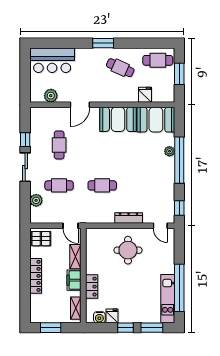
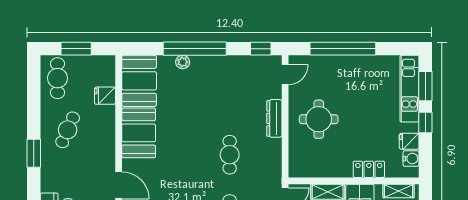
window: (179, 288) -> (343, 49), moved
kitchen unit: (168, 299) -> (409, 89), moved, turned 90

